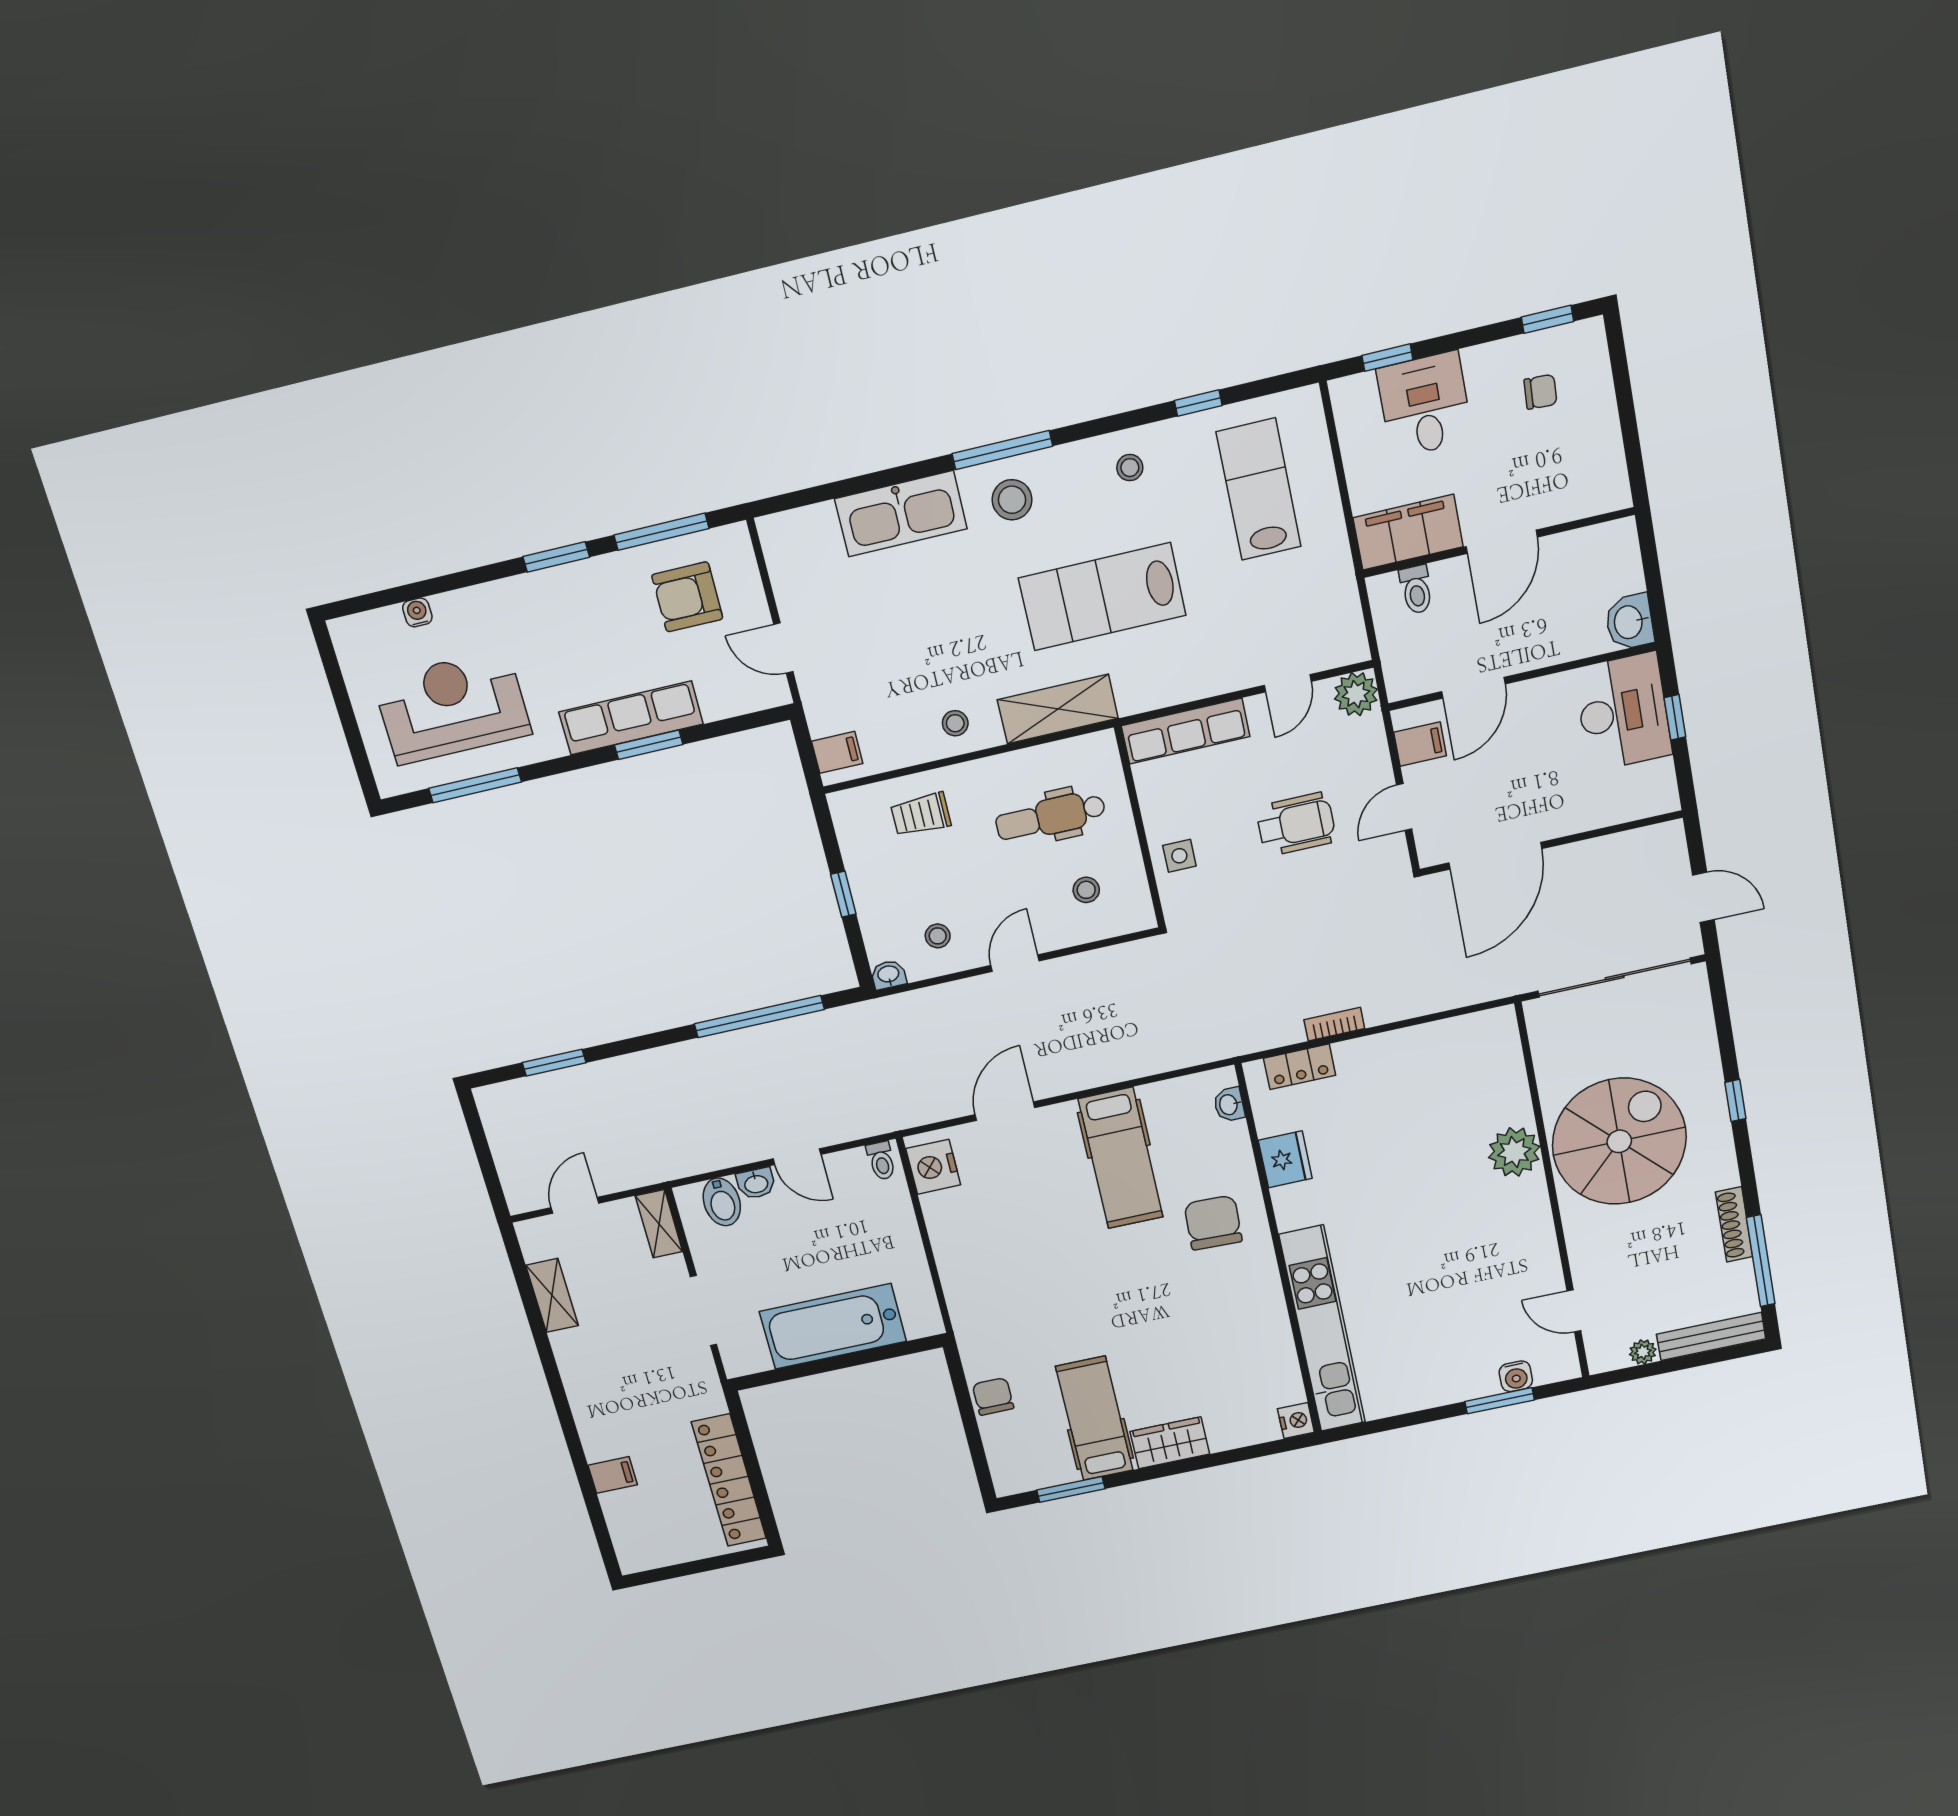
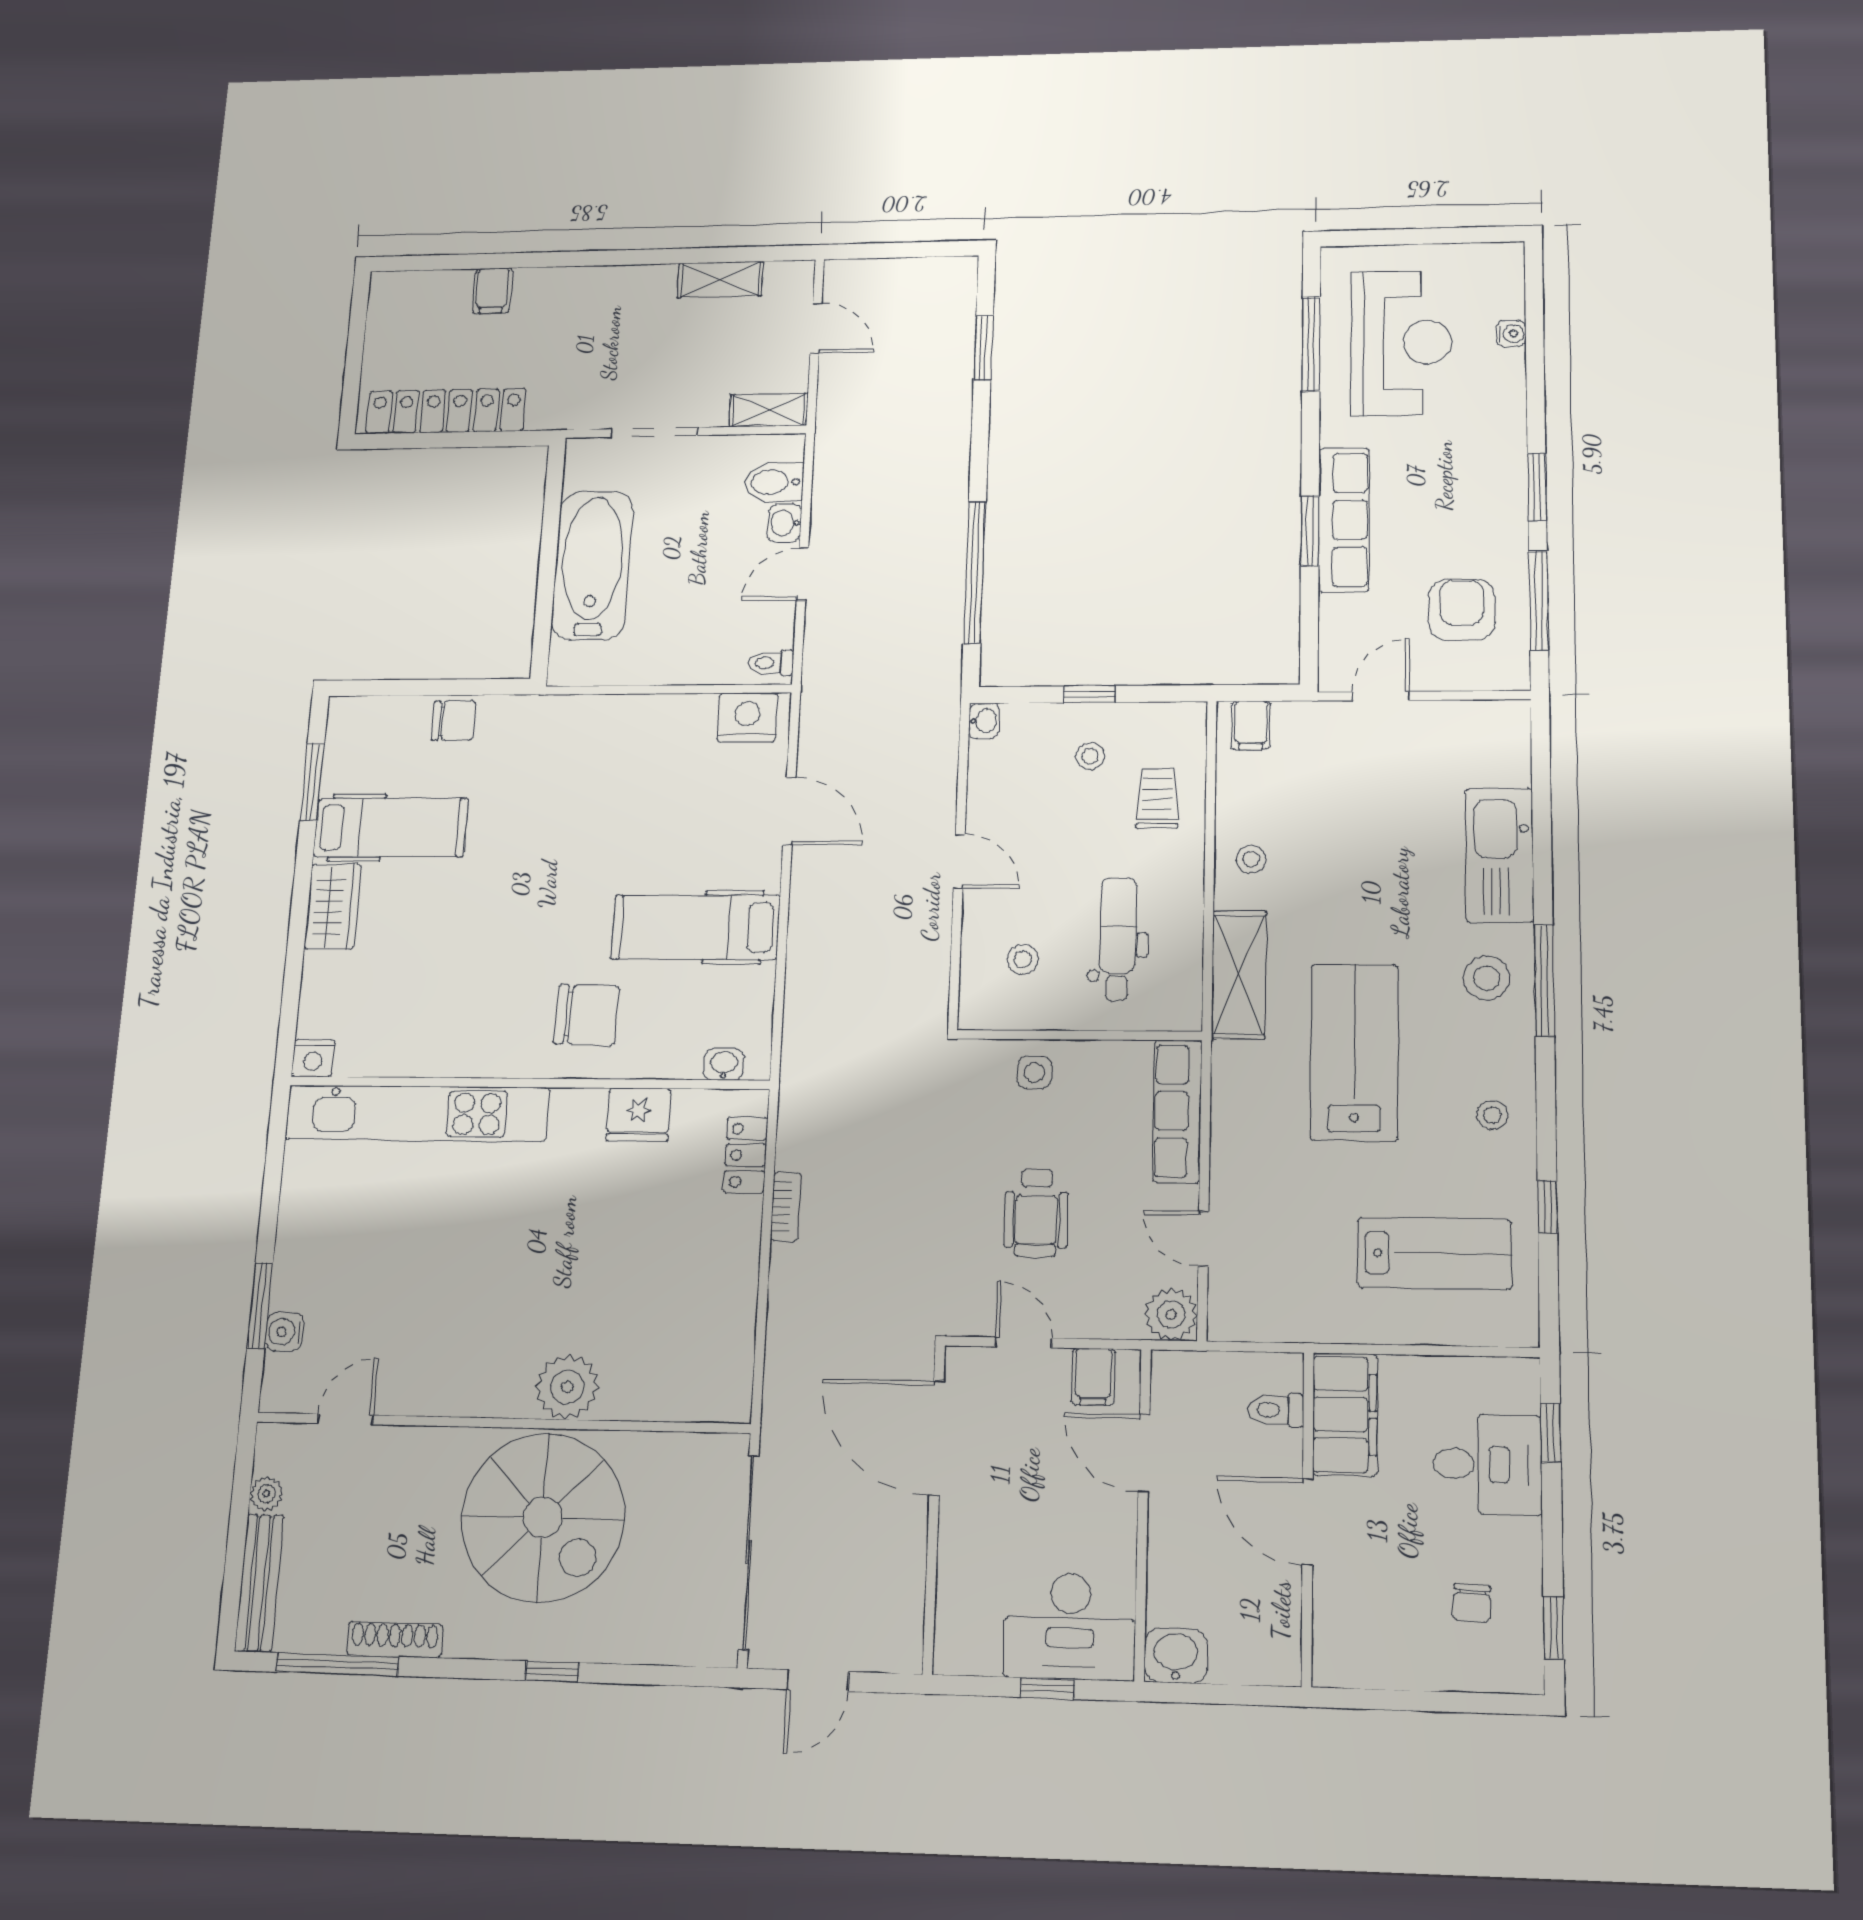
stool: (938, 936) -> (1090, 756), moved

